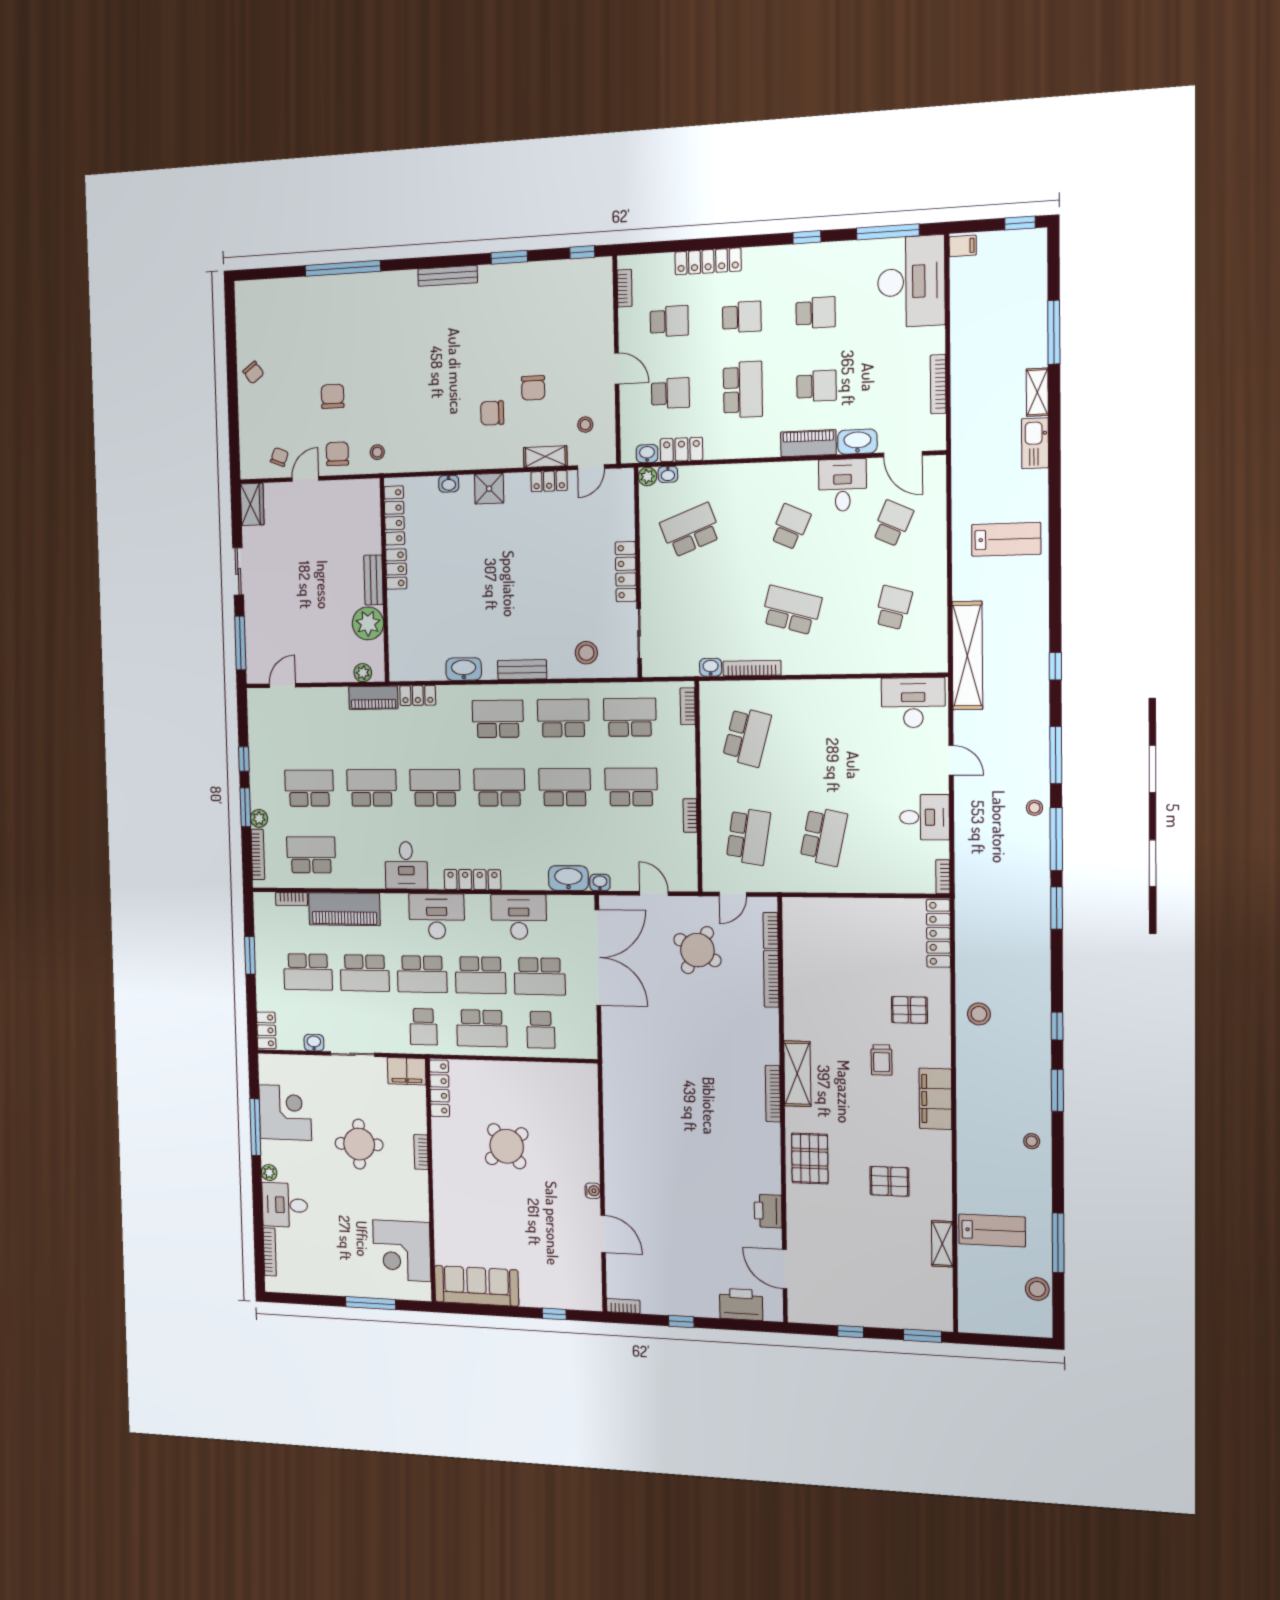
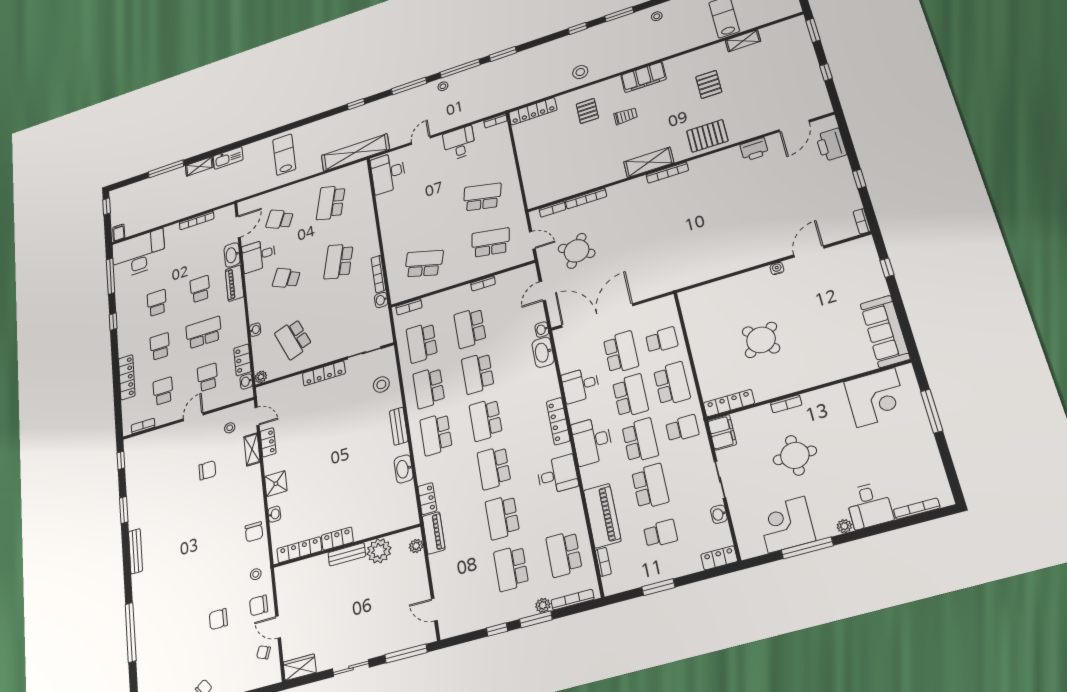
chair: (492, 413) -> (254, 532), moved
washbasin: (668, 474) -> (255, 330), moved
school desk: (893, 608) -> (331, 203), width x1.85
desk: (519, 917) -> (580, 385), width x0.73
school desk: (308, 972) -> (660, 534), width x0.54

